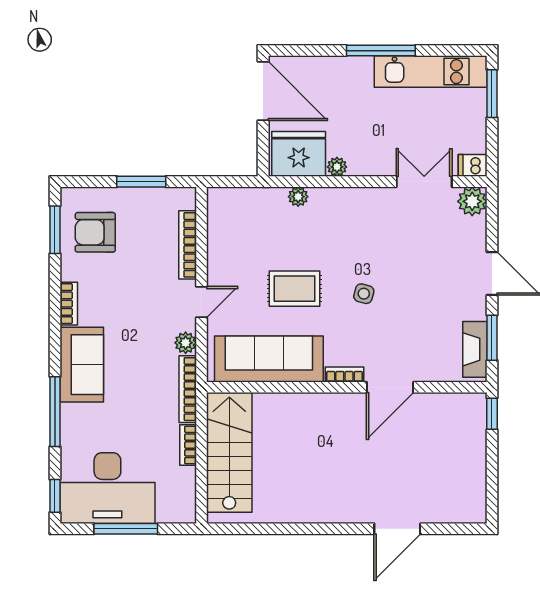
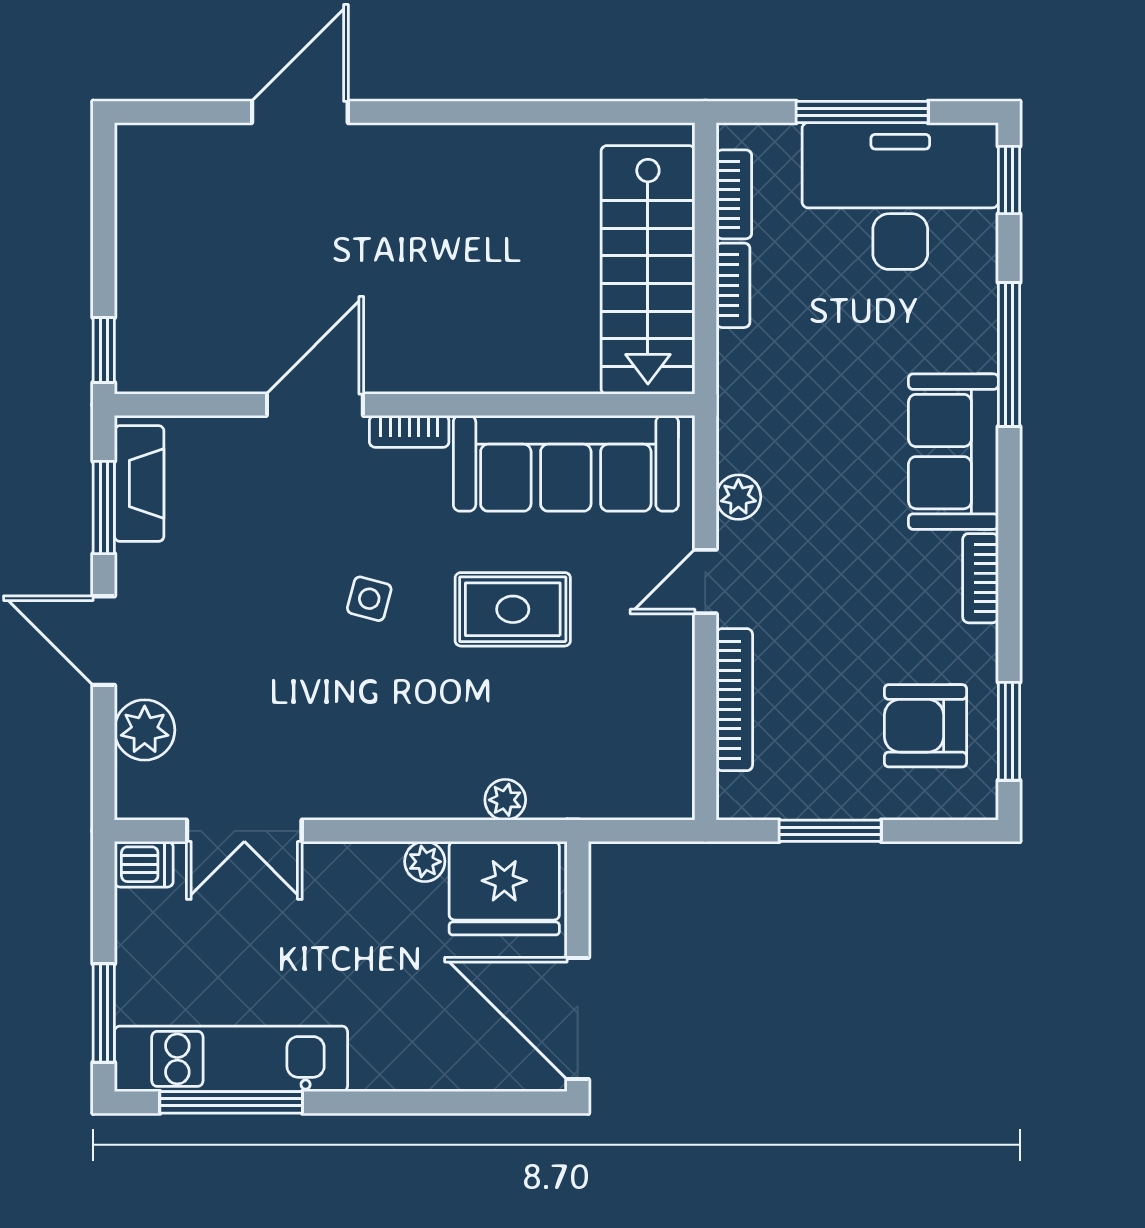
window: (381, 51) -> (231, 1102), moved
plant: (472, 201) -> (145, 730), moved
armchair: (95, 232) -> (925, 726), turned 180
bookcase: (188, 389) -> (734, 194), moved, width x0.64

